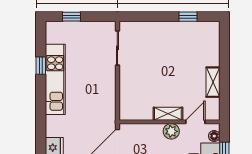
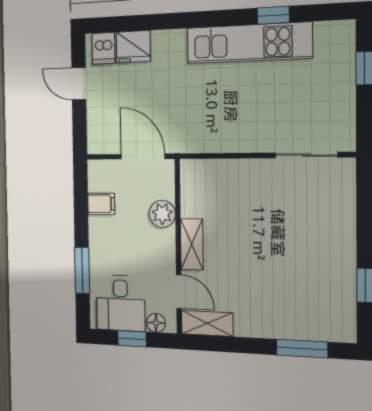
window: (224, 51) -> (302, 349), added
shelving: (213, 82) -> (207, 323), moved
plant: (171, 131) -> (162, 214), moved

